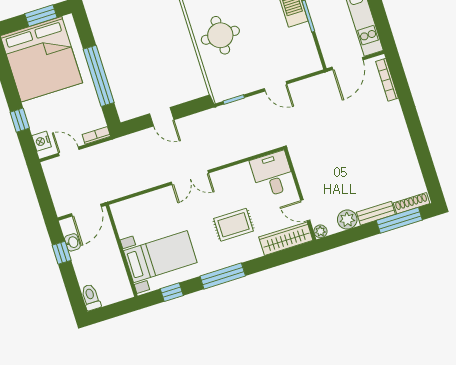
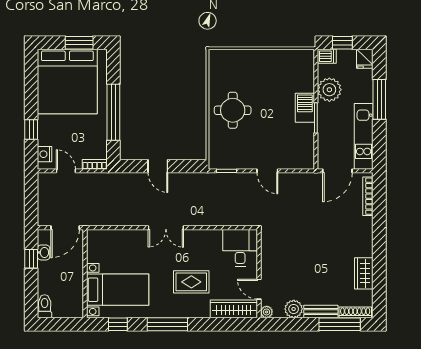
wardrobe: (408, 160) -> (364, 273), added

